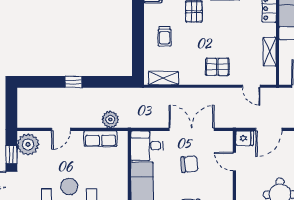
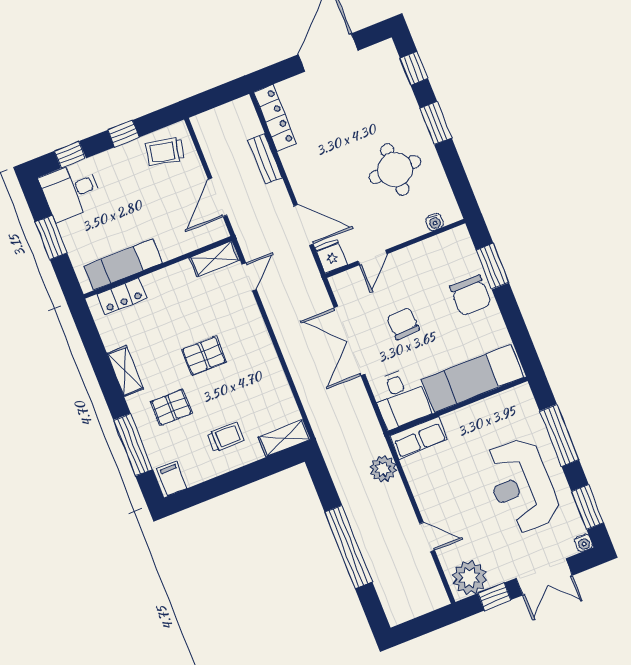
shelving: (270, 52) -> (215, 259), moved
pallet: (217, 67) -> (204, 356), moved, turned 90
shelving: (163, 78) -> (285, 438), moved, turned 90
window: (73, 82) -> (348, 547), width x3.17
row of seats: (101, 139) -> (419, 438), moved, turned 90

